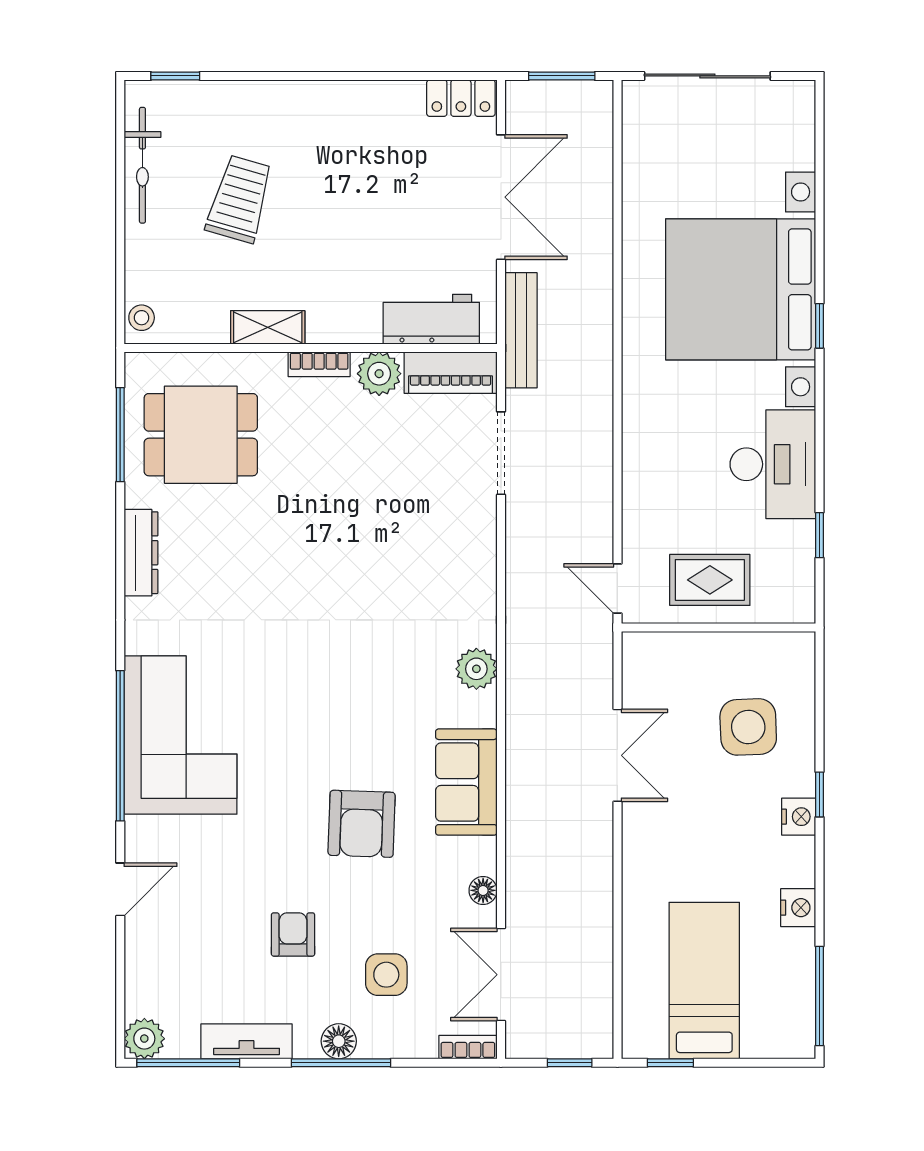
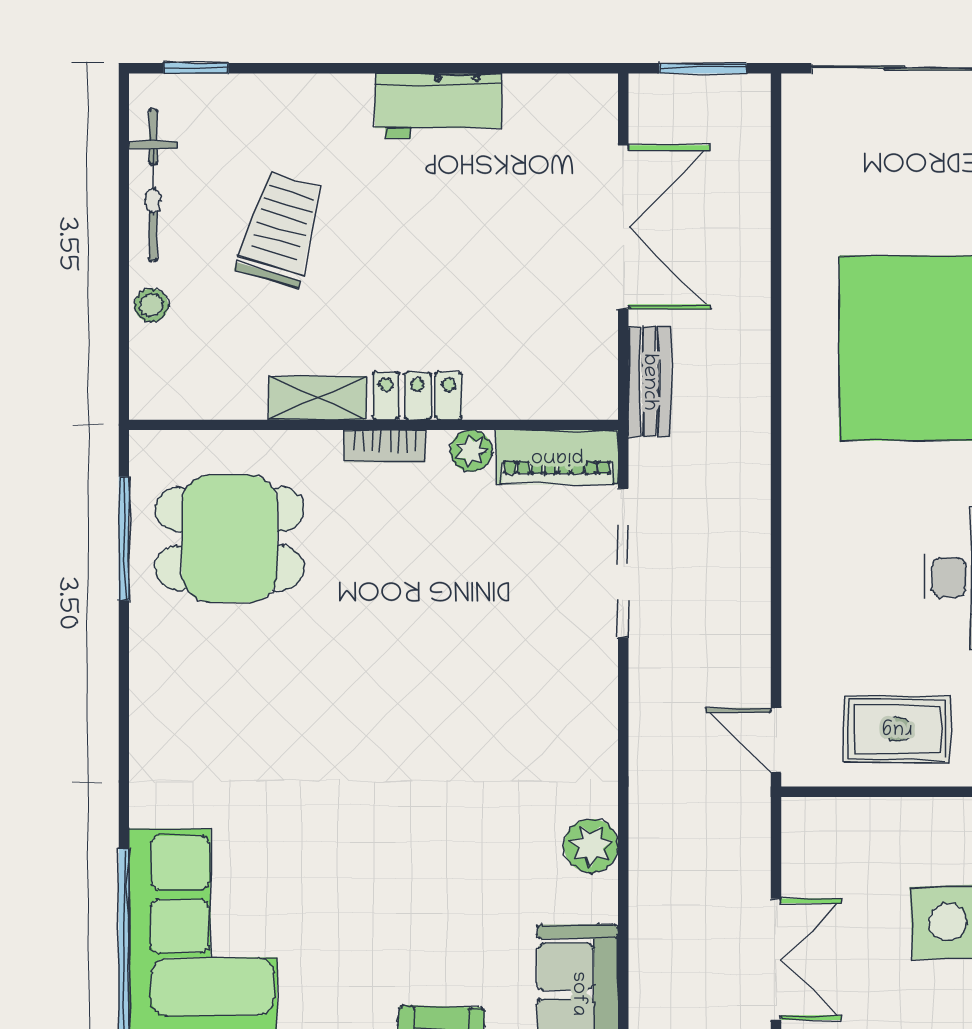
locker: (461, 98) -> (417, 396), moved, turned 180
stool: (142, 318) -> (151, 305), moved
workbench: (431, 319) -> (438, 106), moved, turned 180
bench: (521, 330) -> (649, 382), width x0.73
plant: (379, 374) -> (471, 451), width x0.73, depth x0.73
doorway: (501, 453) -> (623, 563), width x1.36
dresser: (141, 553) -> (151, 693), removed

